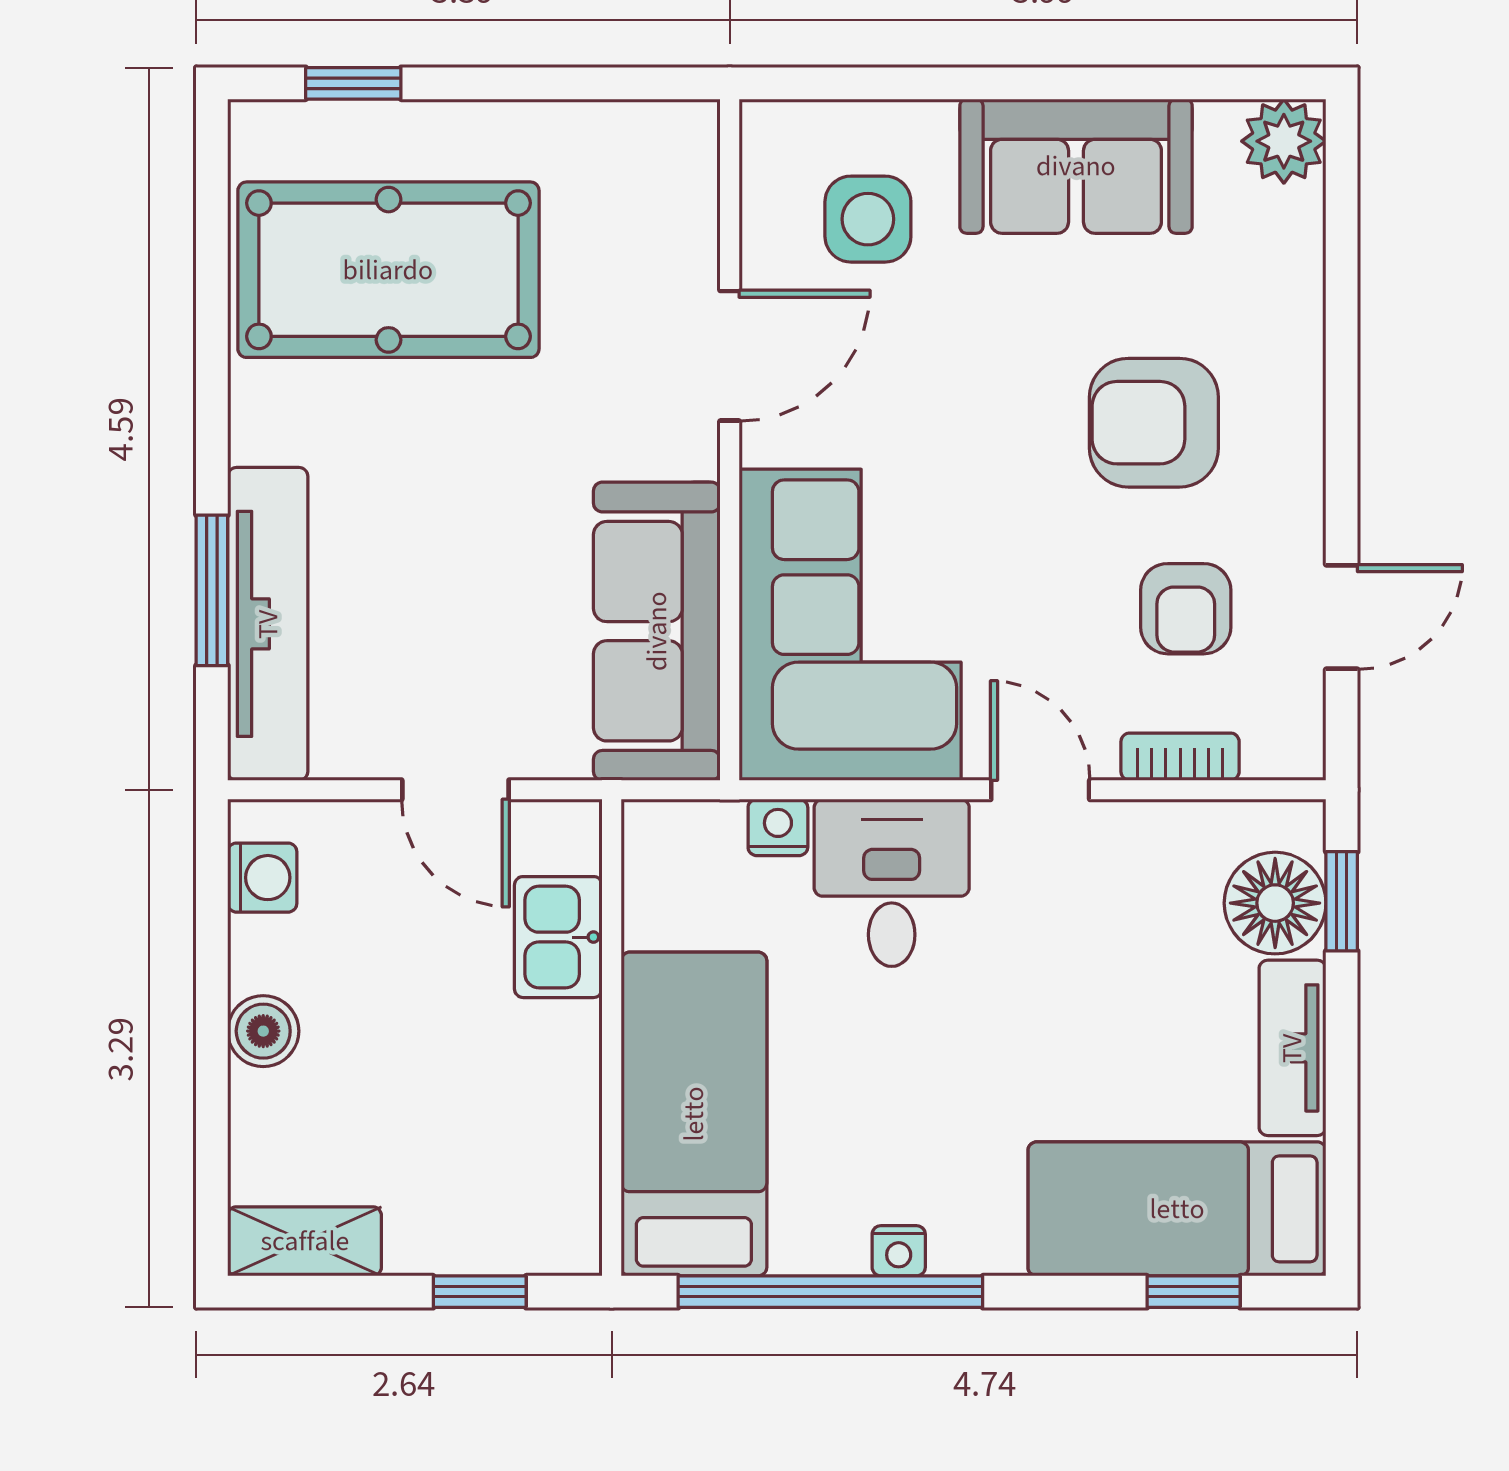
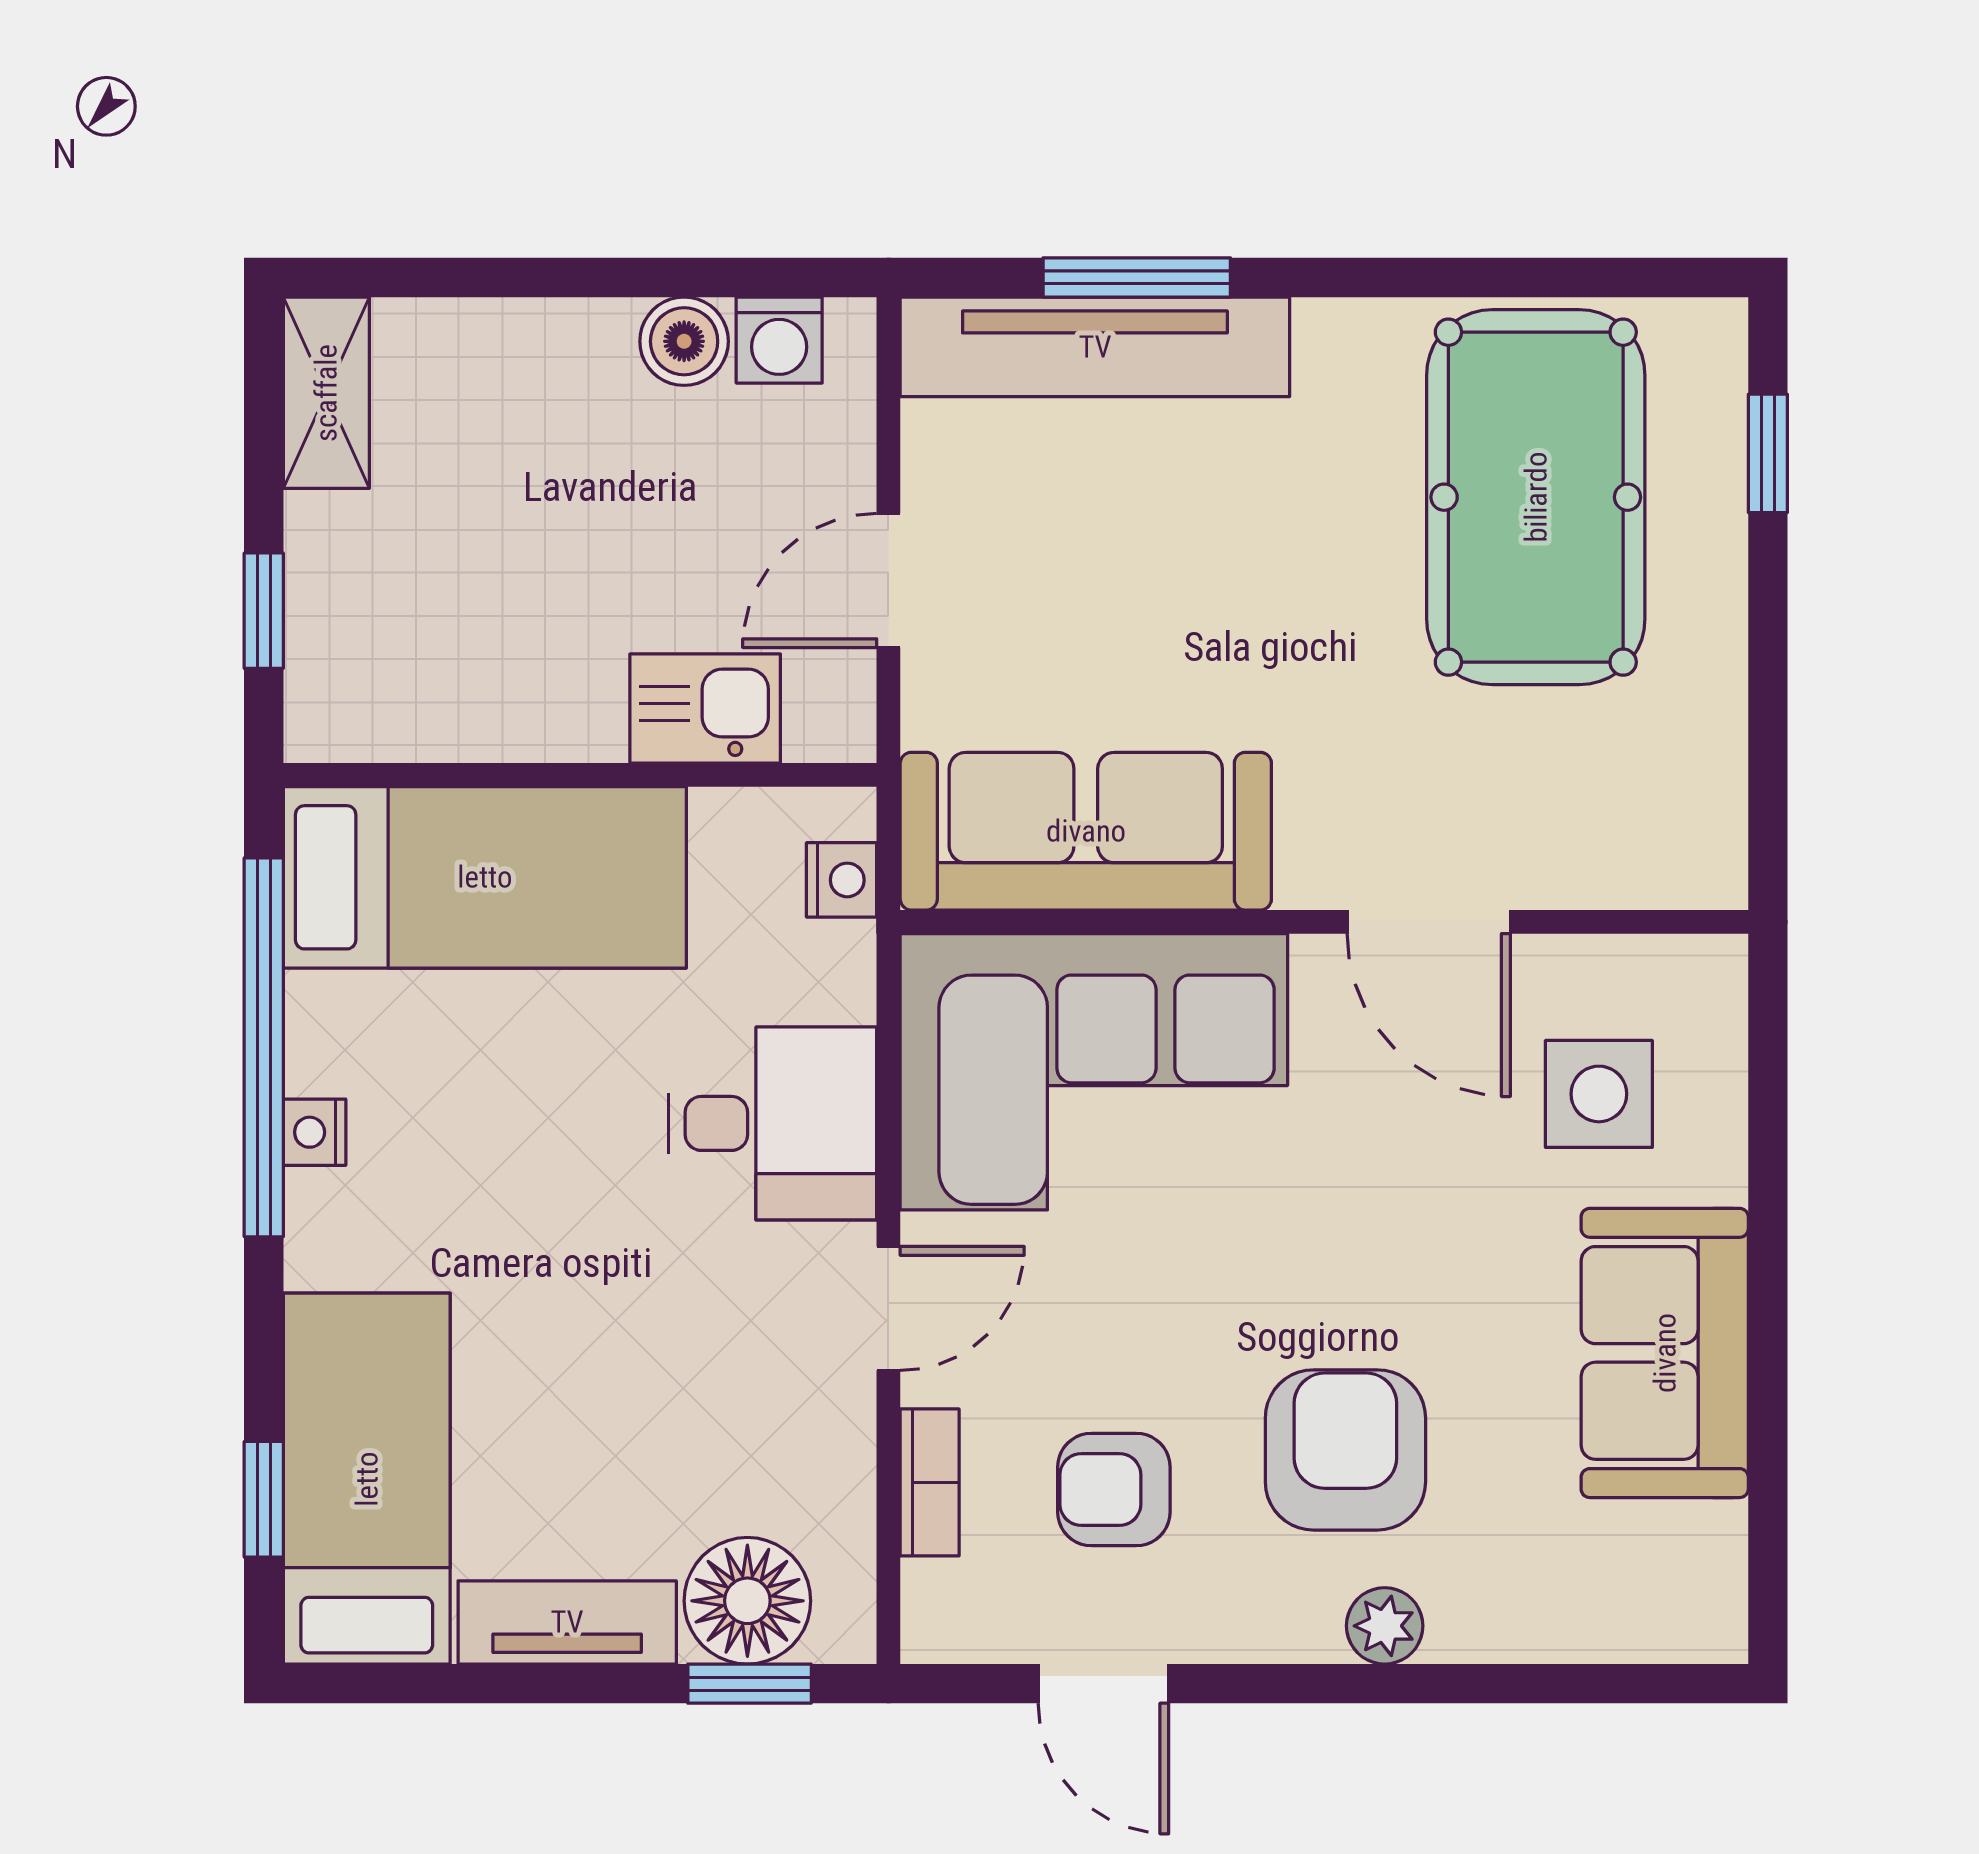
plant: (1284, 141) -> (1385, 1626), moved, width x0.73, depth x0.73
nightstand: (778, 827) -> (842, 880), moved
boiler: (263, 1031) -> (684, 341), moved

